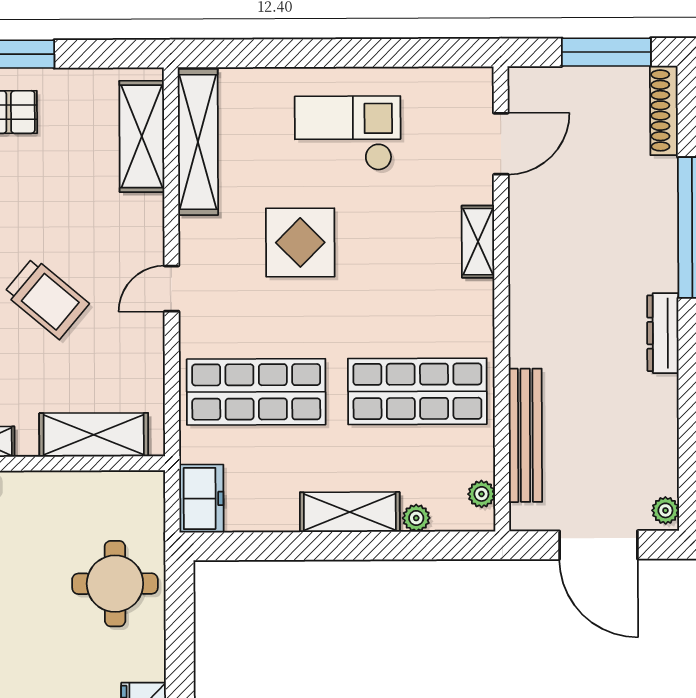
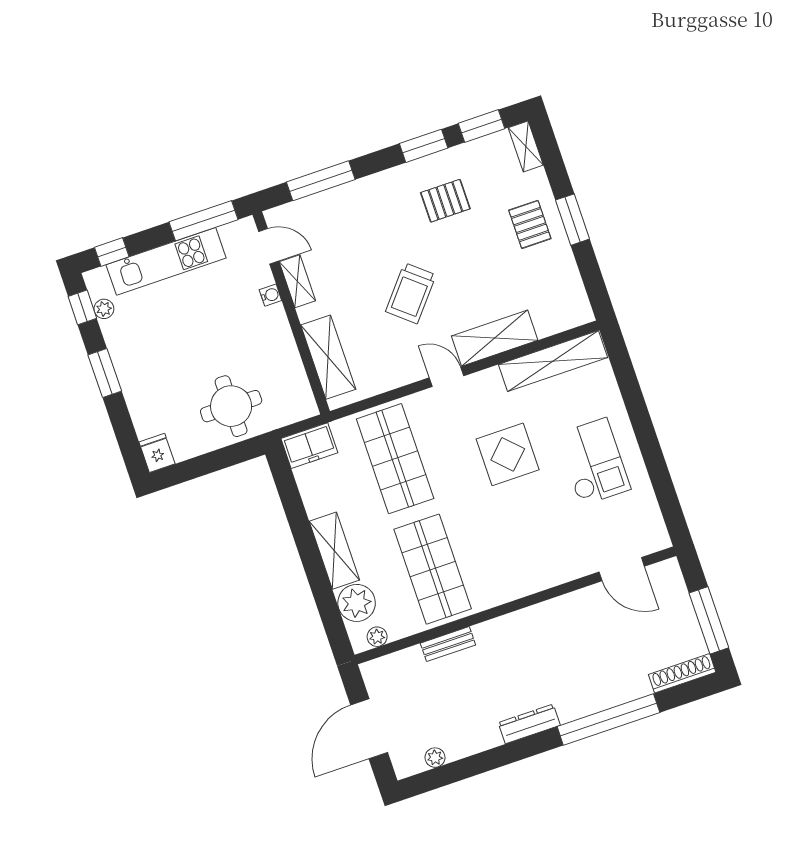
shelving: (142, 136) -> (495, 338), moved
shelving: (478, 242) -> (549, 576), removed
bench: (525, 435) -> (448, 644), width x0.54, depth x0.82
plant: (665, 510) -> (435, 758), moved
plant: (416, 518) -> (357, 603), width x1.87, depth x1.87

